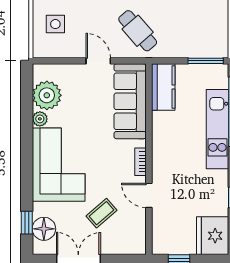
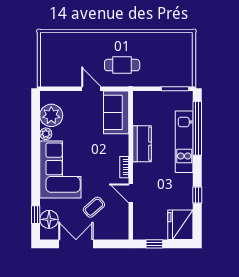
side table: (55, 24) -> (58, 60), removed
cafe table: (138, 31) -> (122, 65), turned -49
kitchen counter: (163, 87) -> (142, 144), moved
sofa: (130, 101) -> (116, 112), width x0.73

